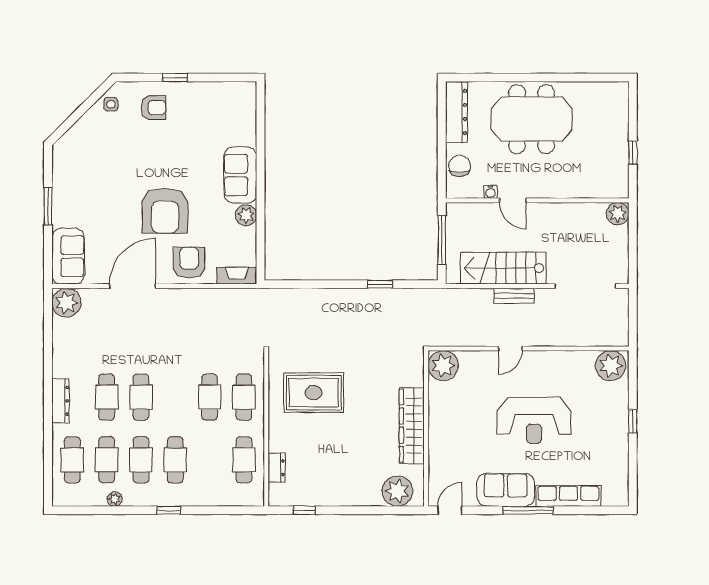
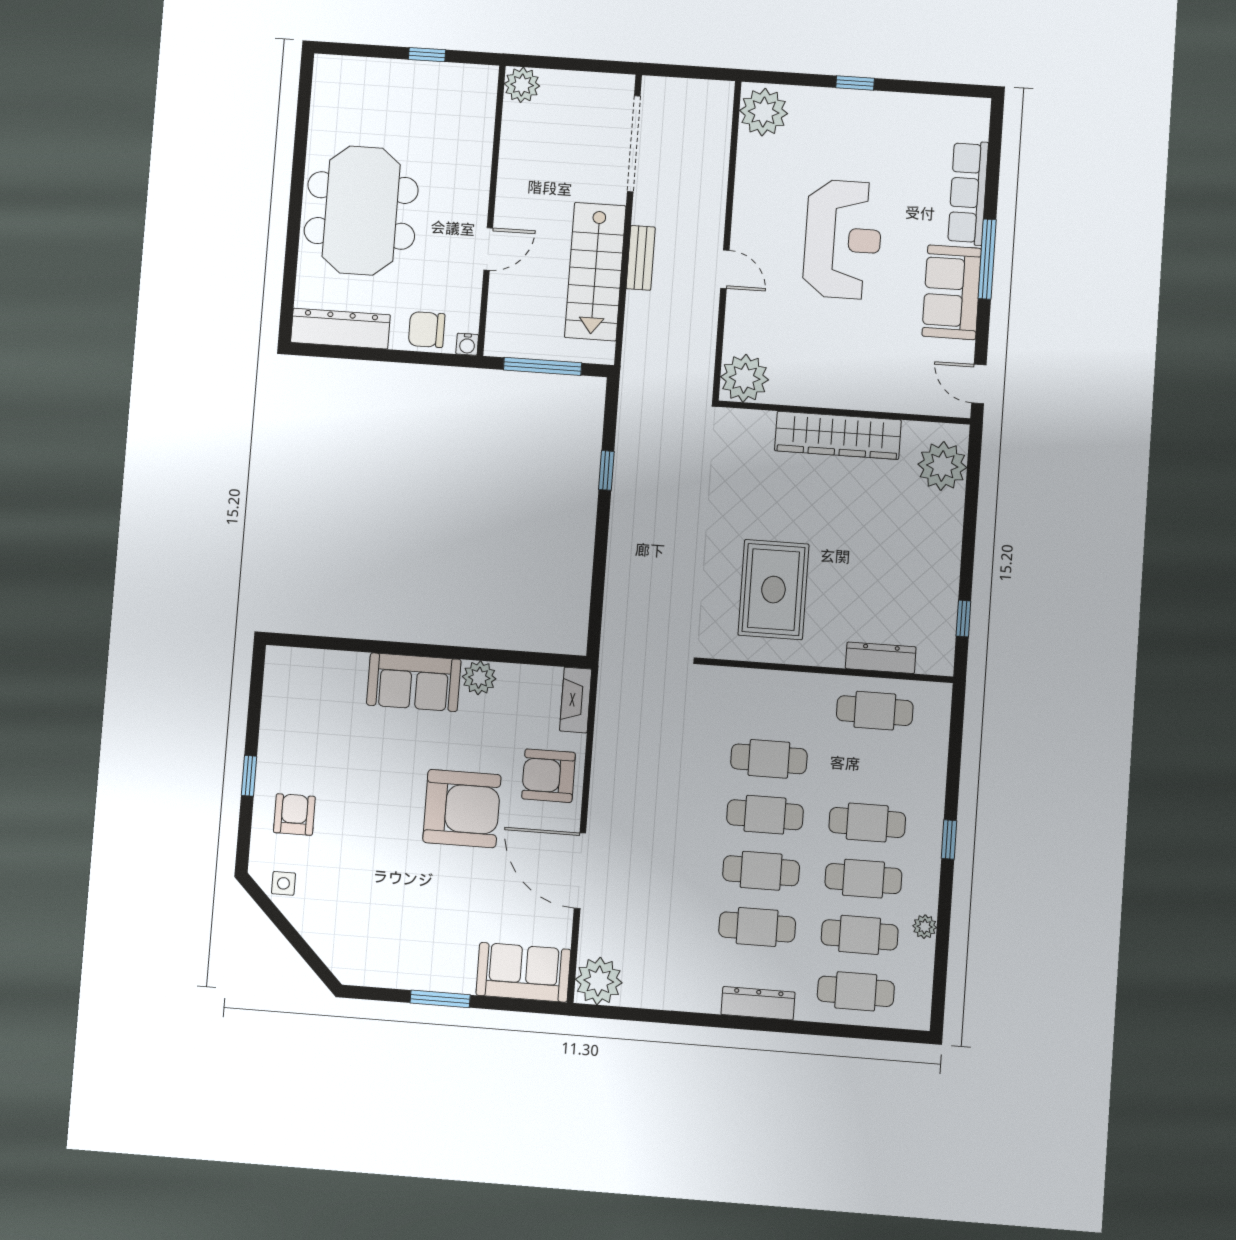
water cooler: (490, 192) -> (467, 344), moved, turned 90
cafe table: (244, 397) -> (765, 815), moved
dresser: (277, 468) -> (881, 658), width x1.44

